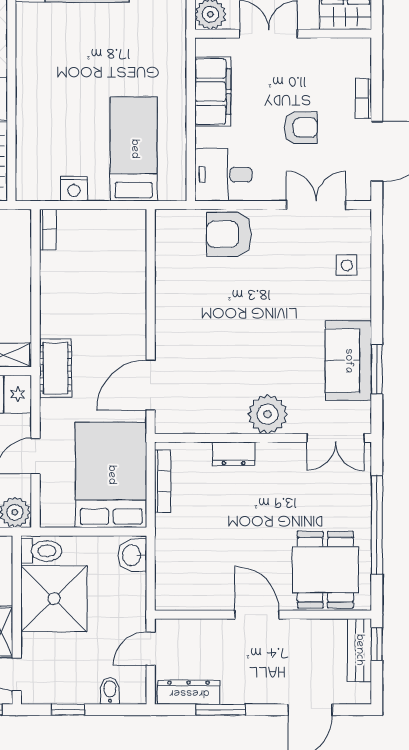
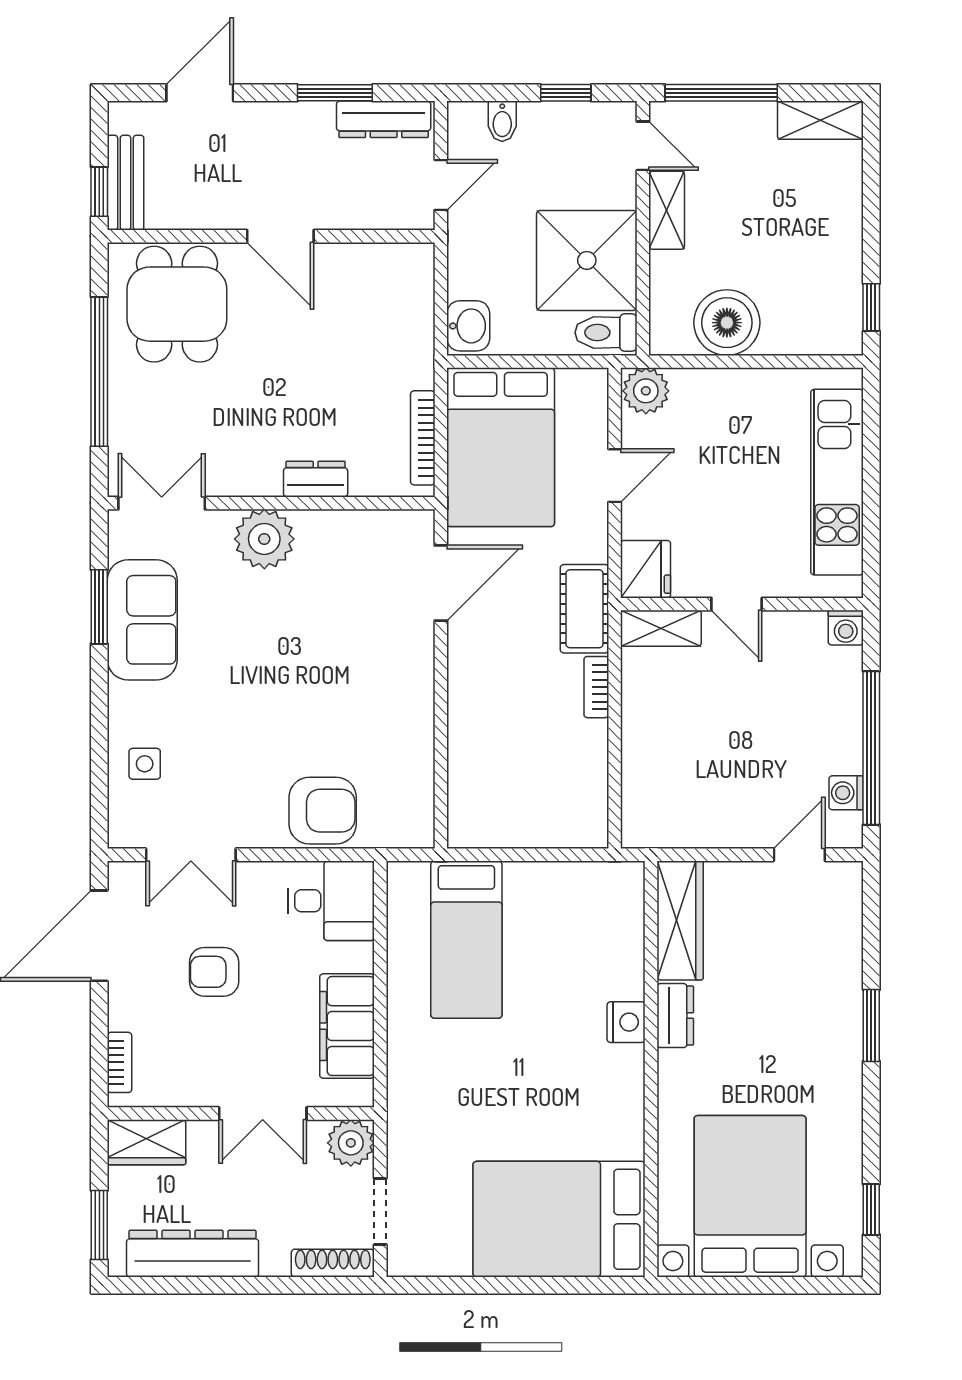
bookcase: (363, 98) -> (119, 1062), moved
nightstand: (74, 189) -> (626, 1022), moved, turned 90
bookcase: (48, 229) -> (596, 687), moved

